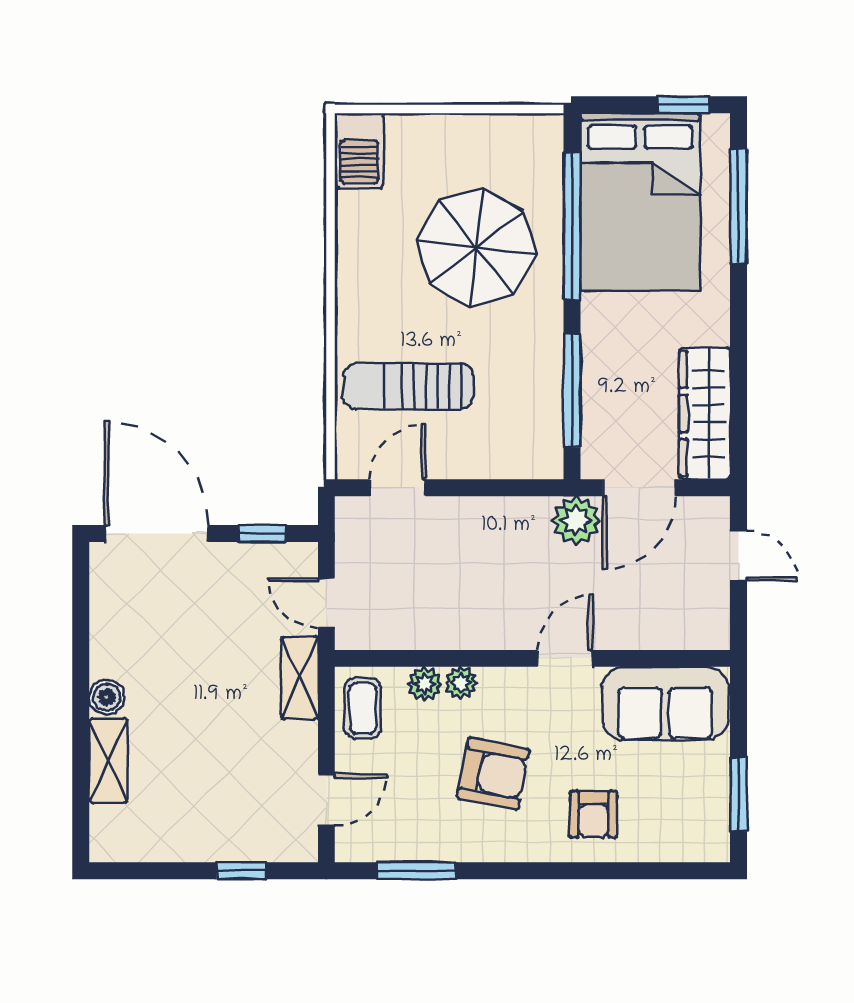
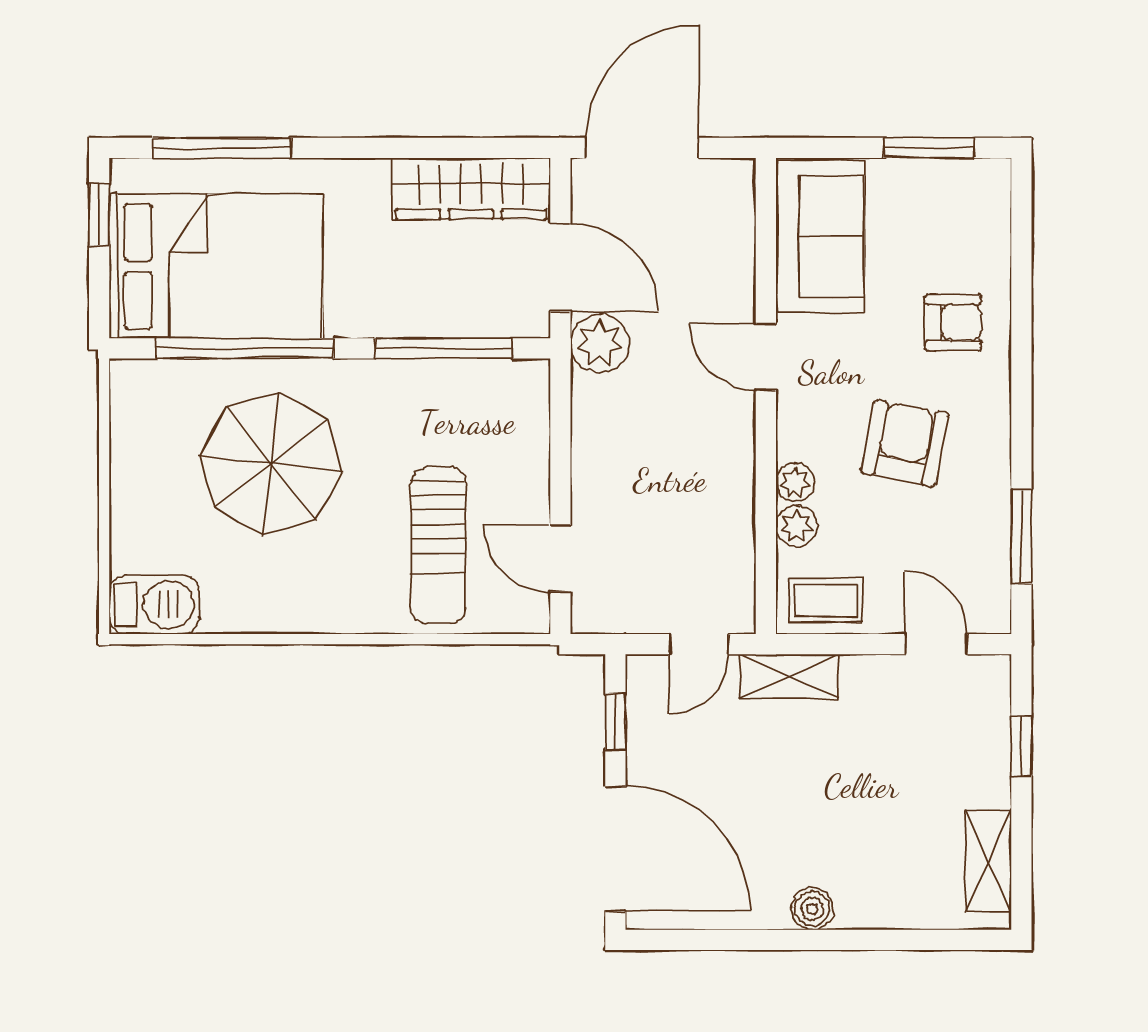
door: (156, 534) -> (615, 849), swing flipped
door: (738, 556) -> (642, 148), width x1.88
shelving: (108, 760) -> (988, 861), moved, turned 90

